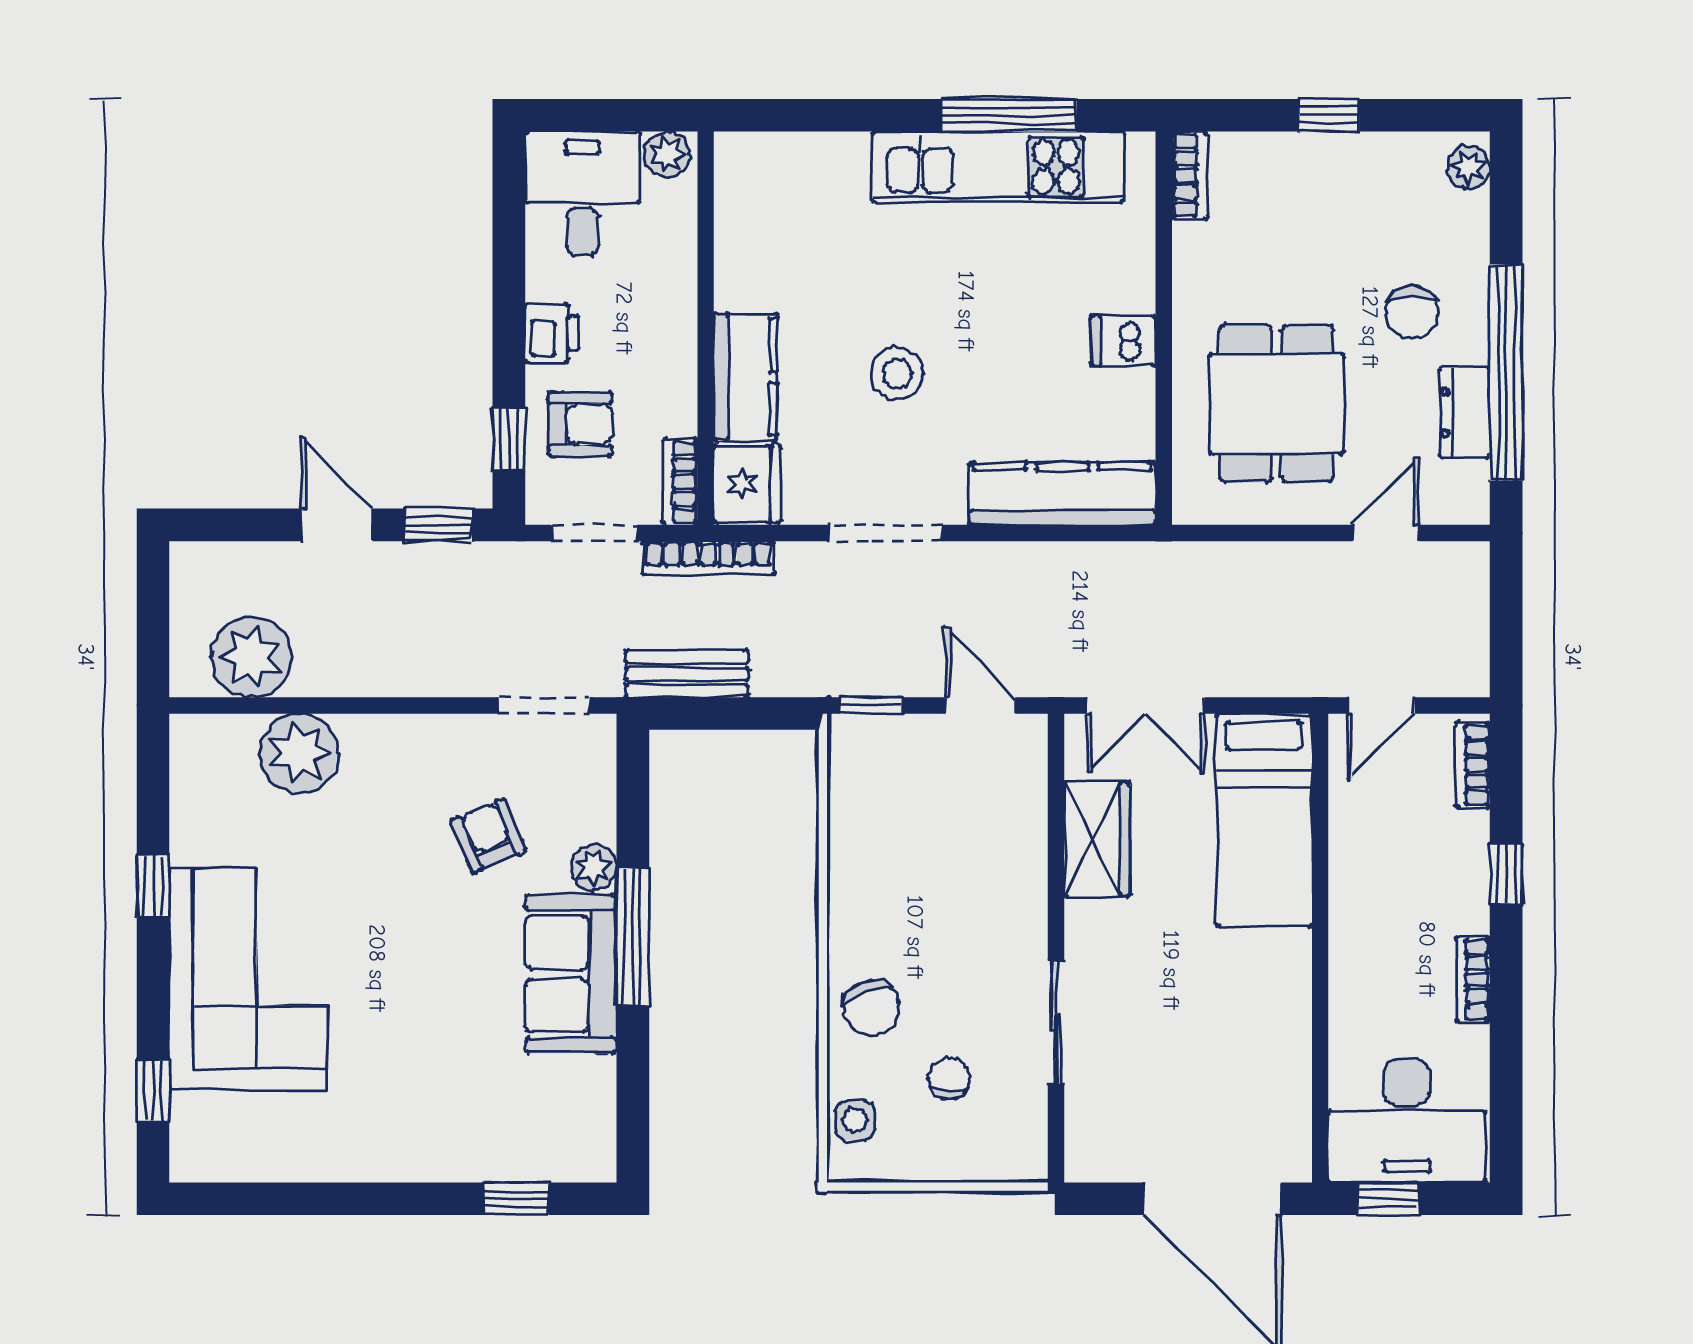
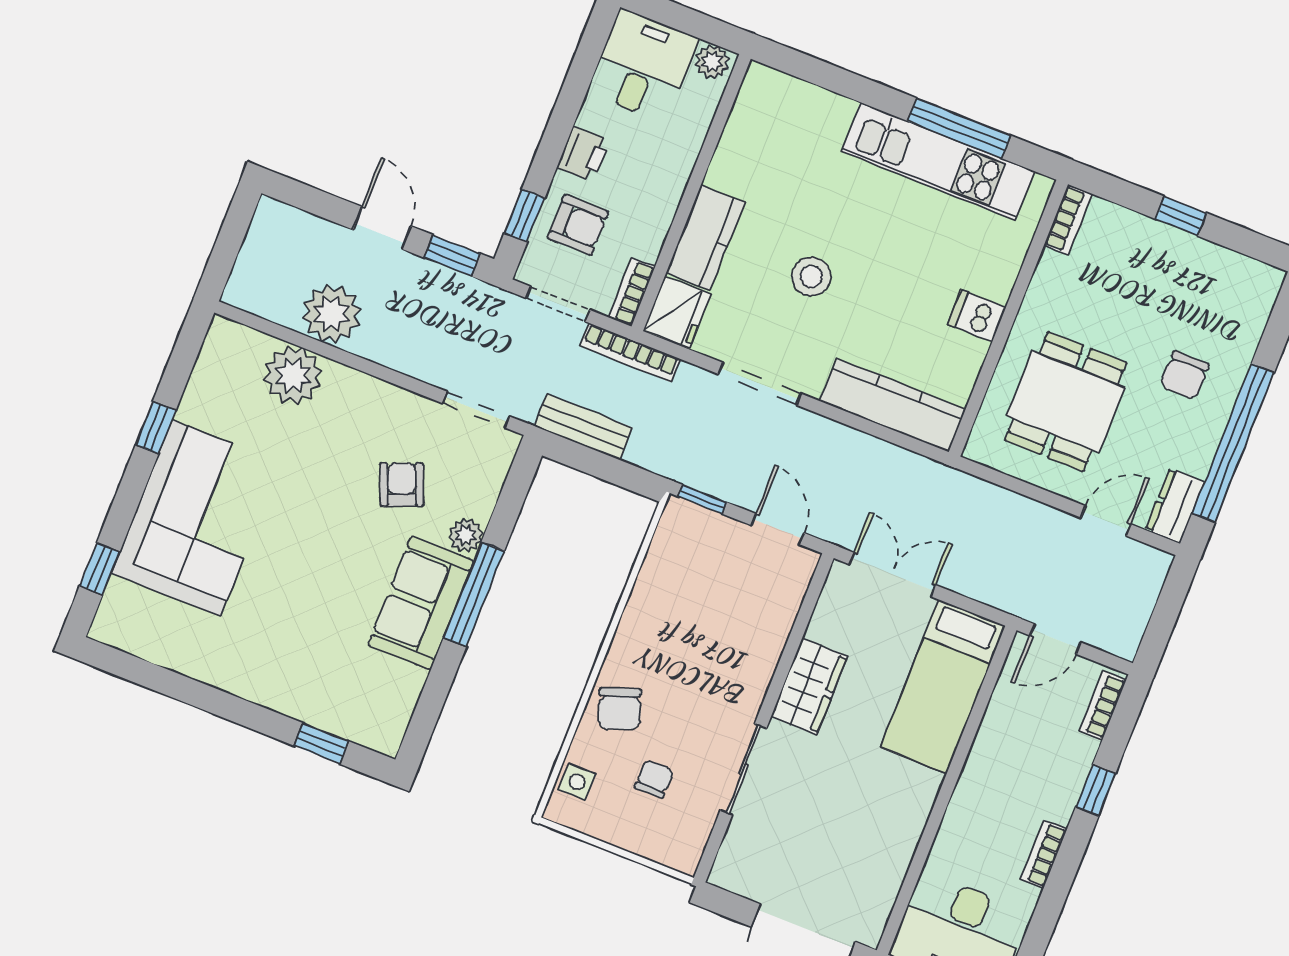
plant: (1469, 168) -> (1263, 291), removed
dresser: (1465, 412) -> (1175, 506), moved
plant: (251, 657) -> (331, 314), moved
double door: (1146, 705) -> (892, 575), swing flipped
wardrobe: (1097, 839) -> (809, 686), moved

